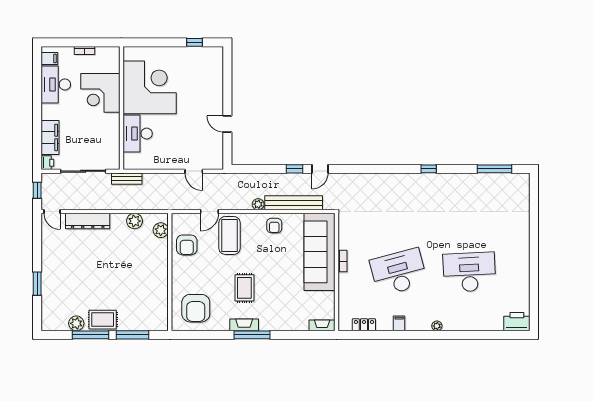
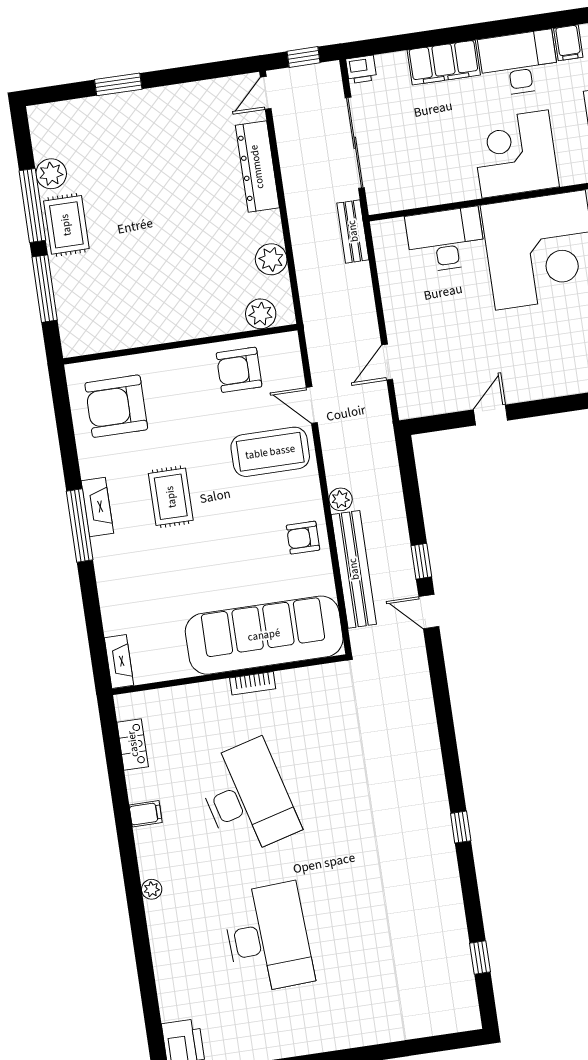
filing cabinet: (50, 137) -> (444, 63), moved
window: (494, 169) -> (480, 958), width x0.46
rug: (244, 288) -> (171, 497), turned 90

